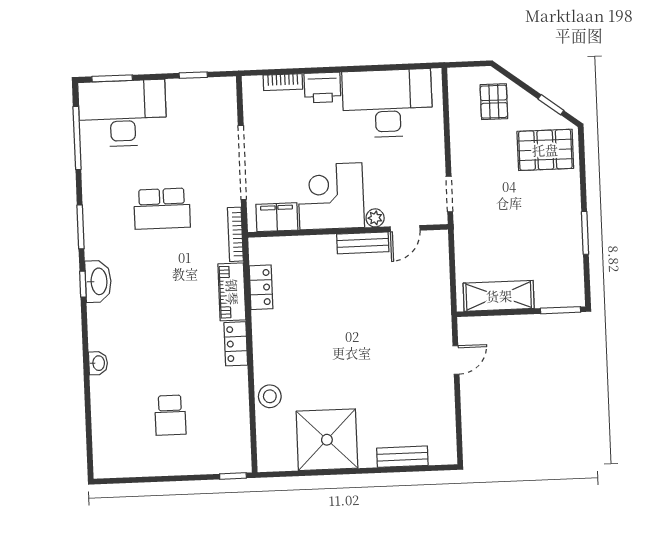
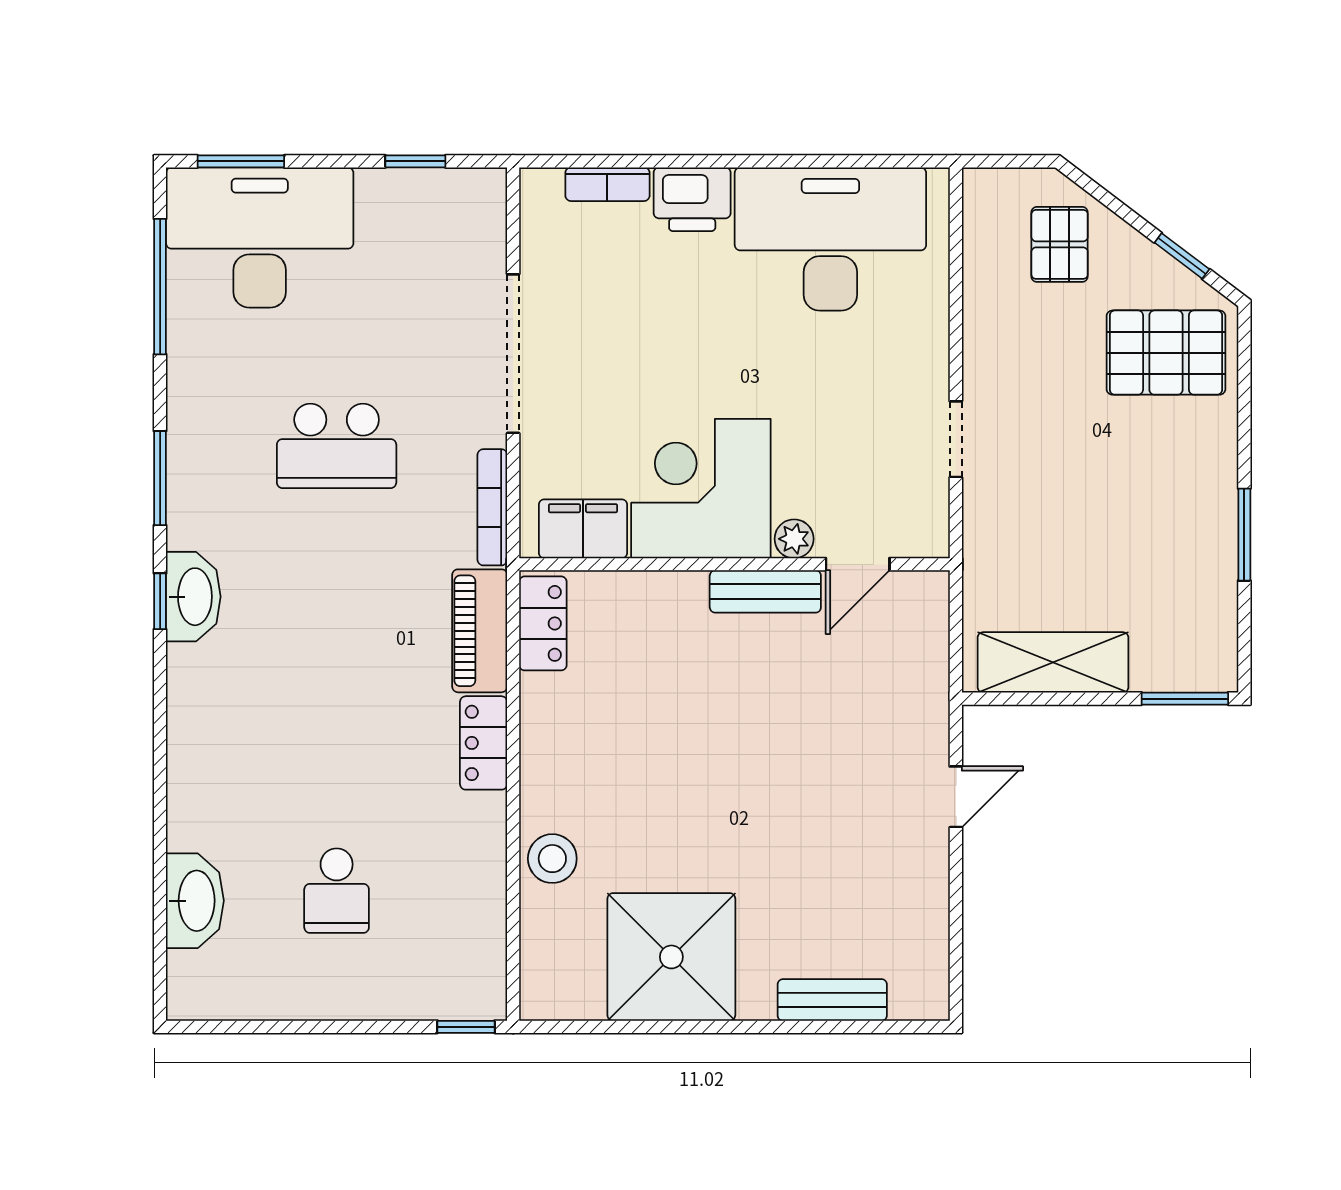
corner desk: (331, 196) -> (701, 489), moved
filing cabinet: (277, 217) -> (583, 529), moved
plant: (375, 218) -> (794, 539), moved
door: (405, 229) -> (858, 564), moved
wall: (348, 231) -> (734, 564), moved
bench: (363, 243) -> (765, 591), moved
washbasin: (98, 363) -> (195, 901), moved, width x1.91, depth x1.45

